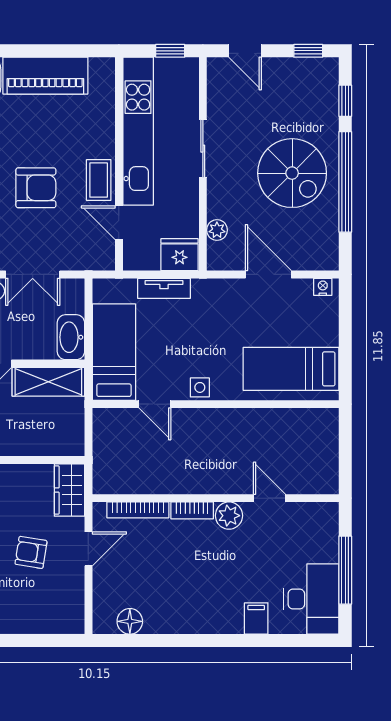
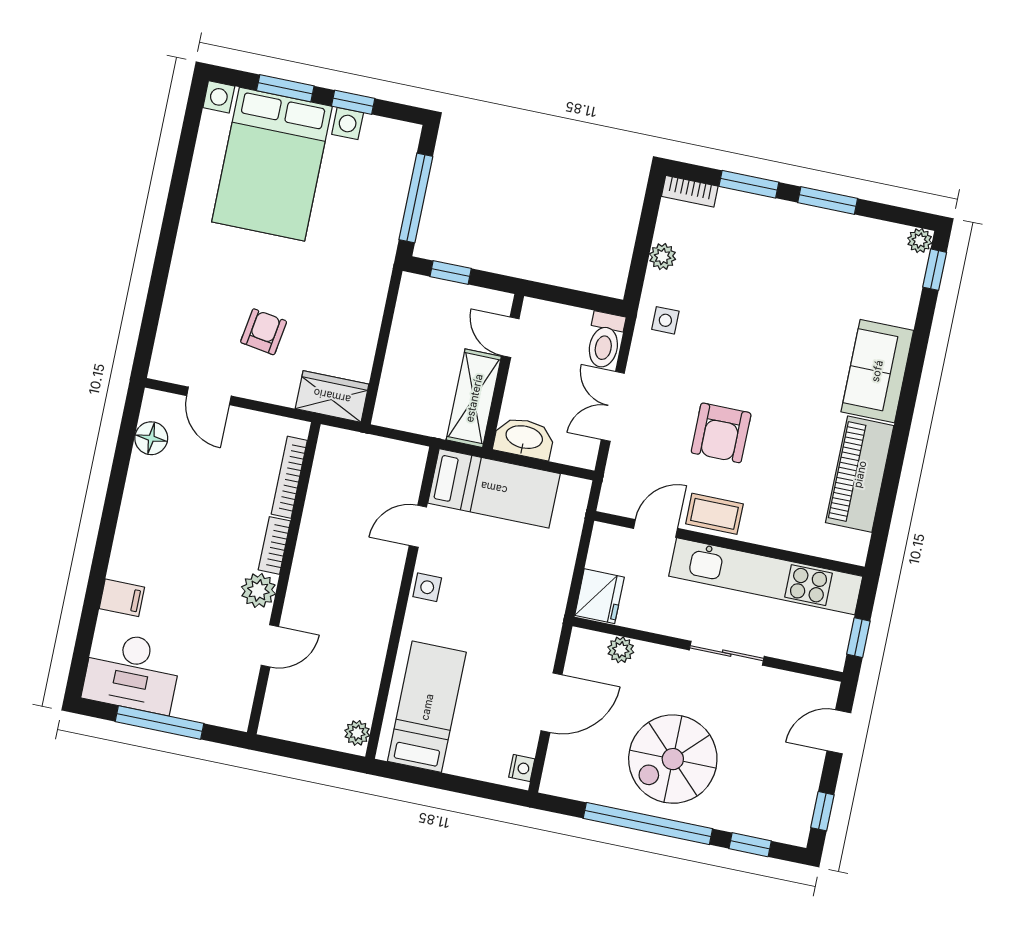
tv unit: (164, 288) -> (561, 568), removed
plant: (322, 418) -> (357, 733), added
door: (88, 549) -> (209, 396), moved

